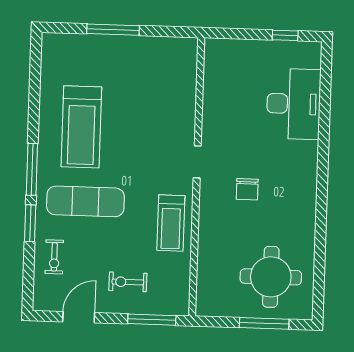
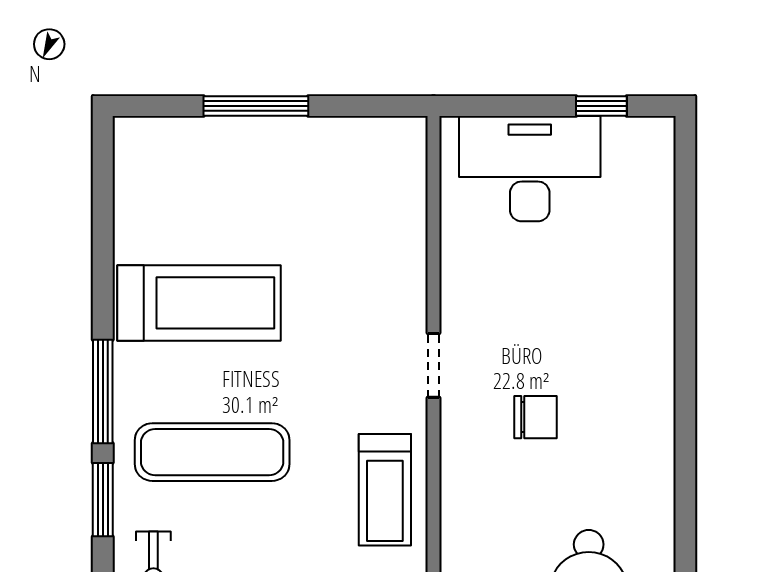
desk: (294, 104) -> (530, 169), moved, turned -90
treadmill: (81, 127) -> (199, 303), turned -90
chair: (247, 189) -> (536, 417), turned -90

